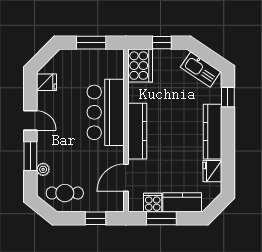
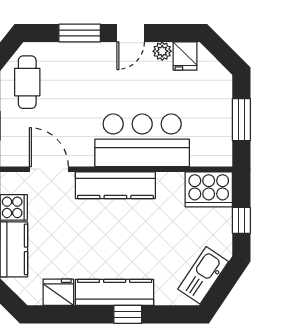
window: (228, 97) -> (128, 314), moved
plant: (43, 169) -> (162, 51), moved

